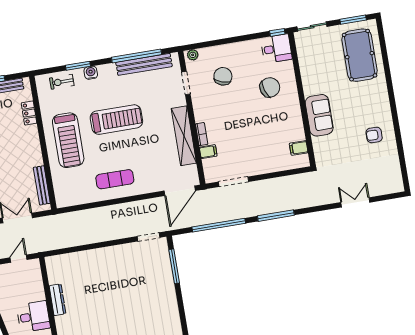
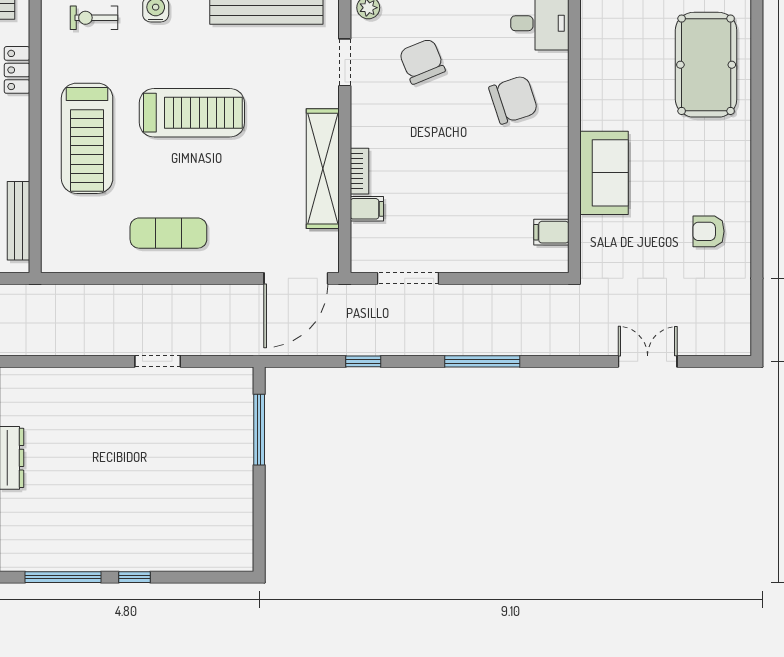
chair: (223, 76) -> (422, 61), turned -41
window: (219, 225) -> (363, 361), width x0.32
doorway: (149, 237) -> (158, 361), moved

